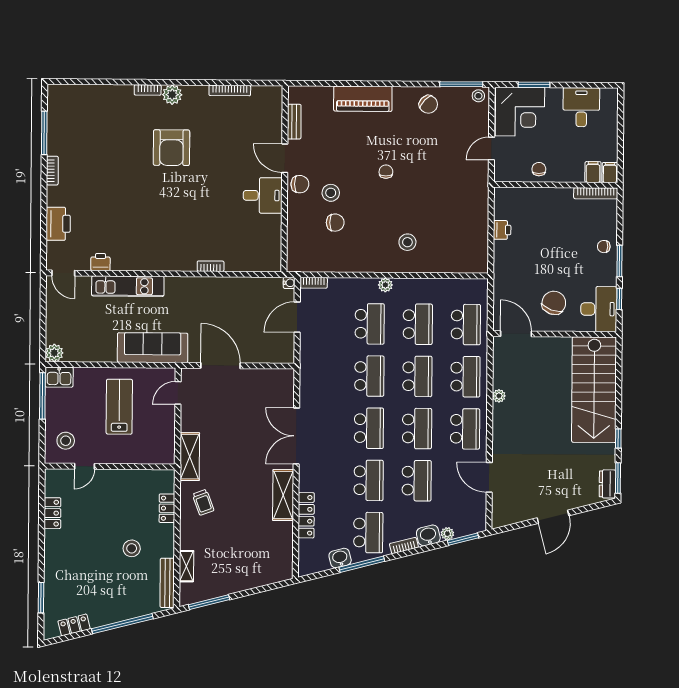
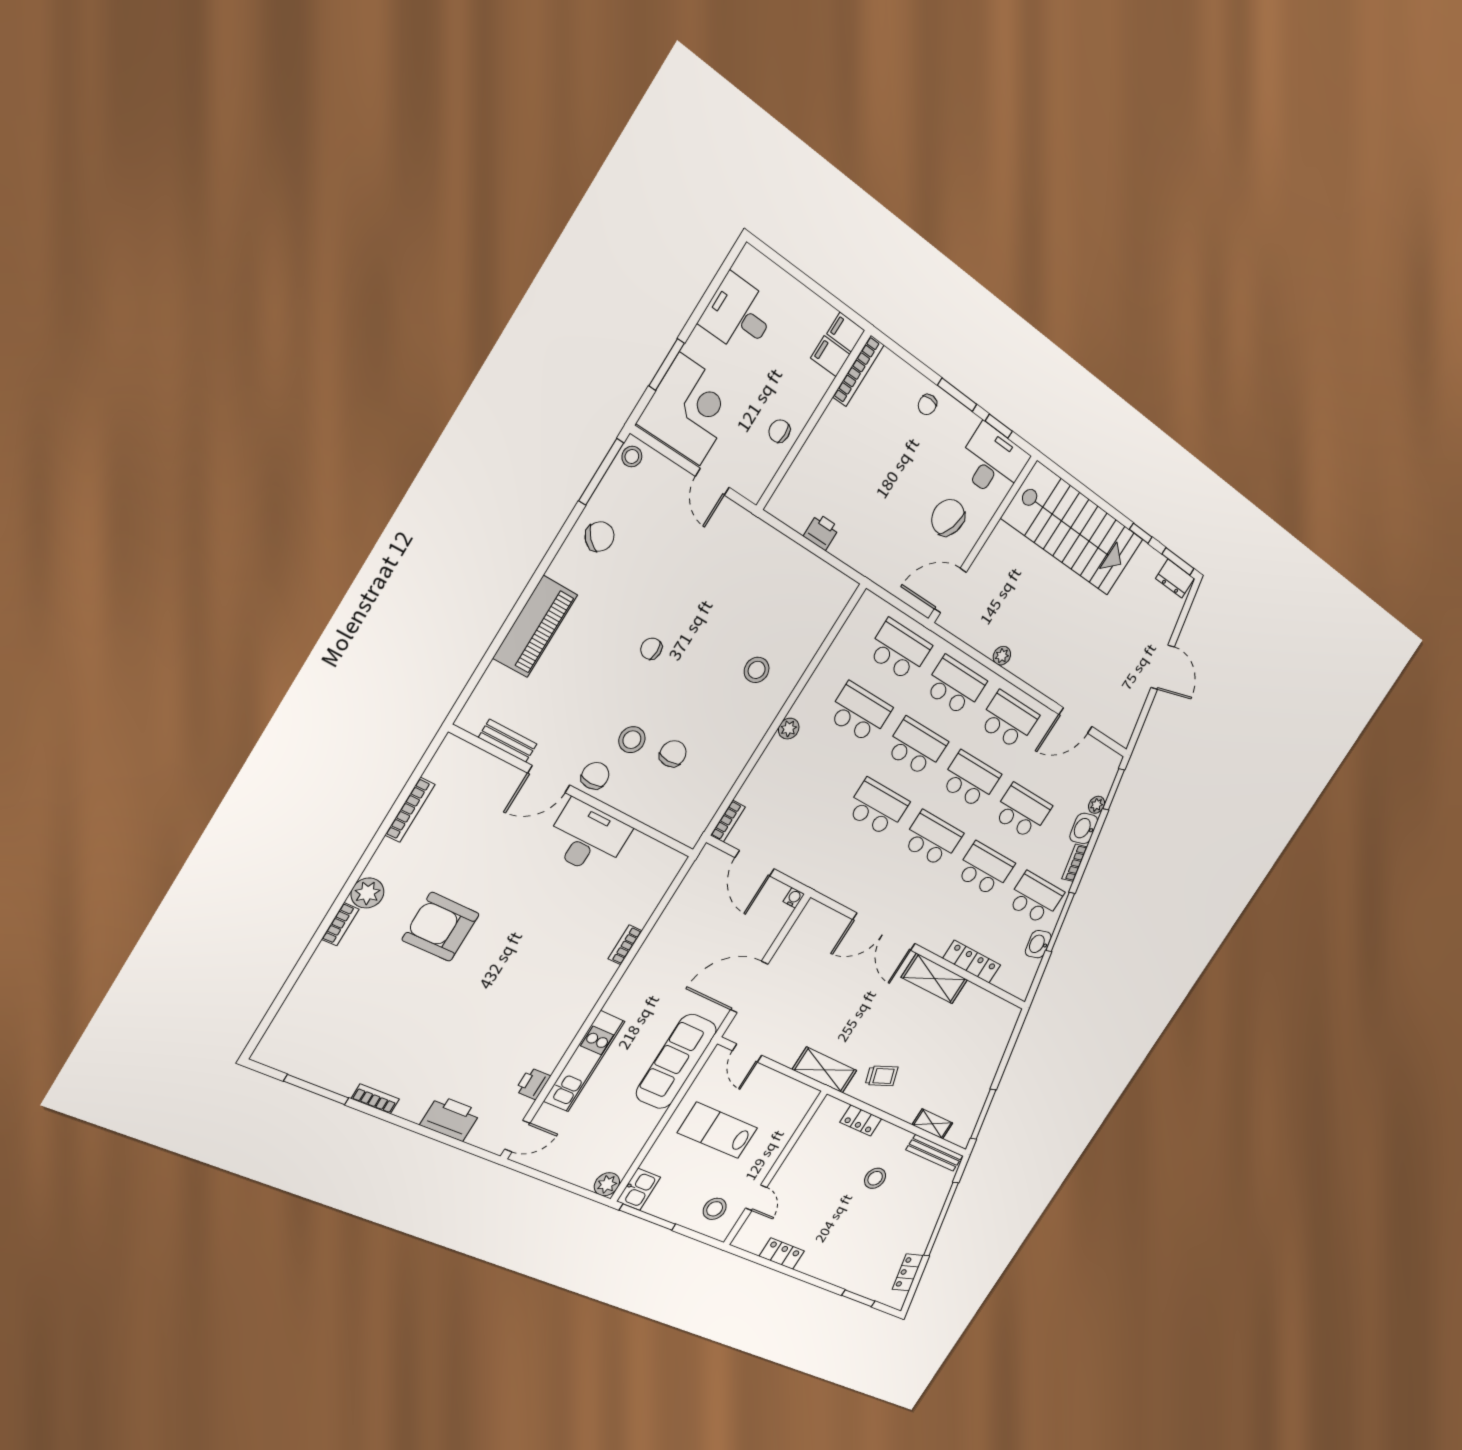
armchair: (171, 148) -> (441, 927), turned 180
desk: (263, 195) -> (587, 838), width x1.37
water cooler: (289, 283) -> (794, 898), moved
school desk: (370, 324) -> (820, 774), removed

